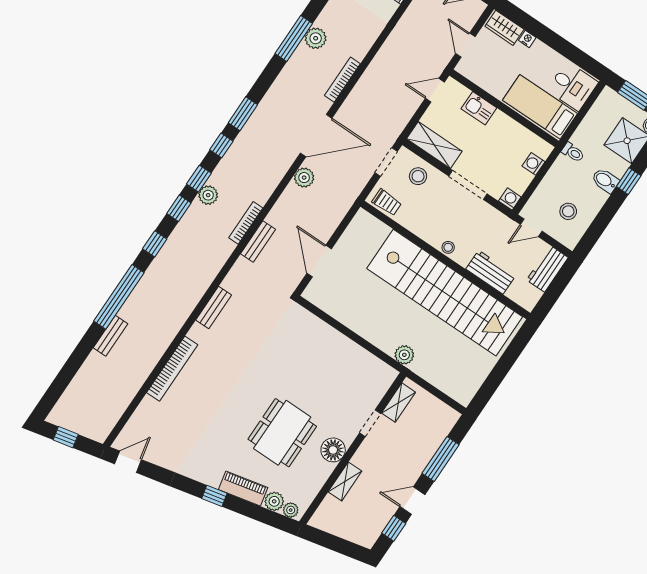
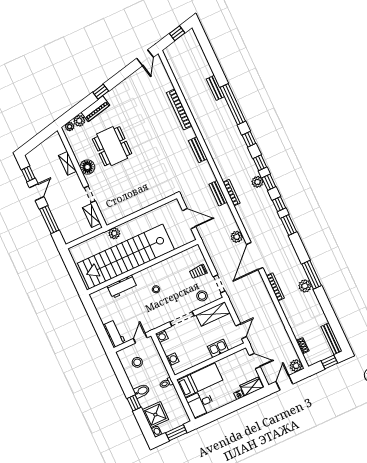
wall: (445, 260) -> (143, 267), moved
workbench: (491, 272) -> (122, 287), moved
stairs: (445, 293) -> (126, 257), moved

